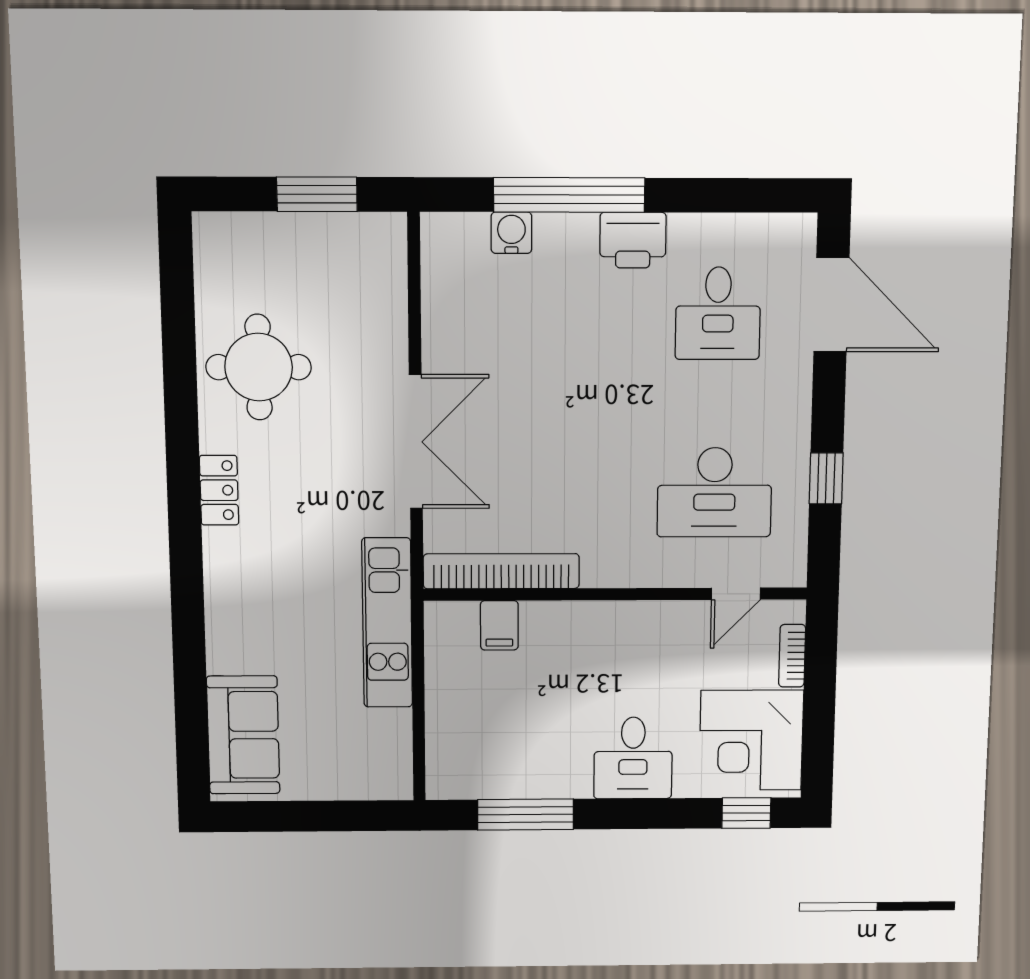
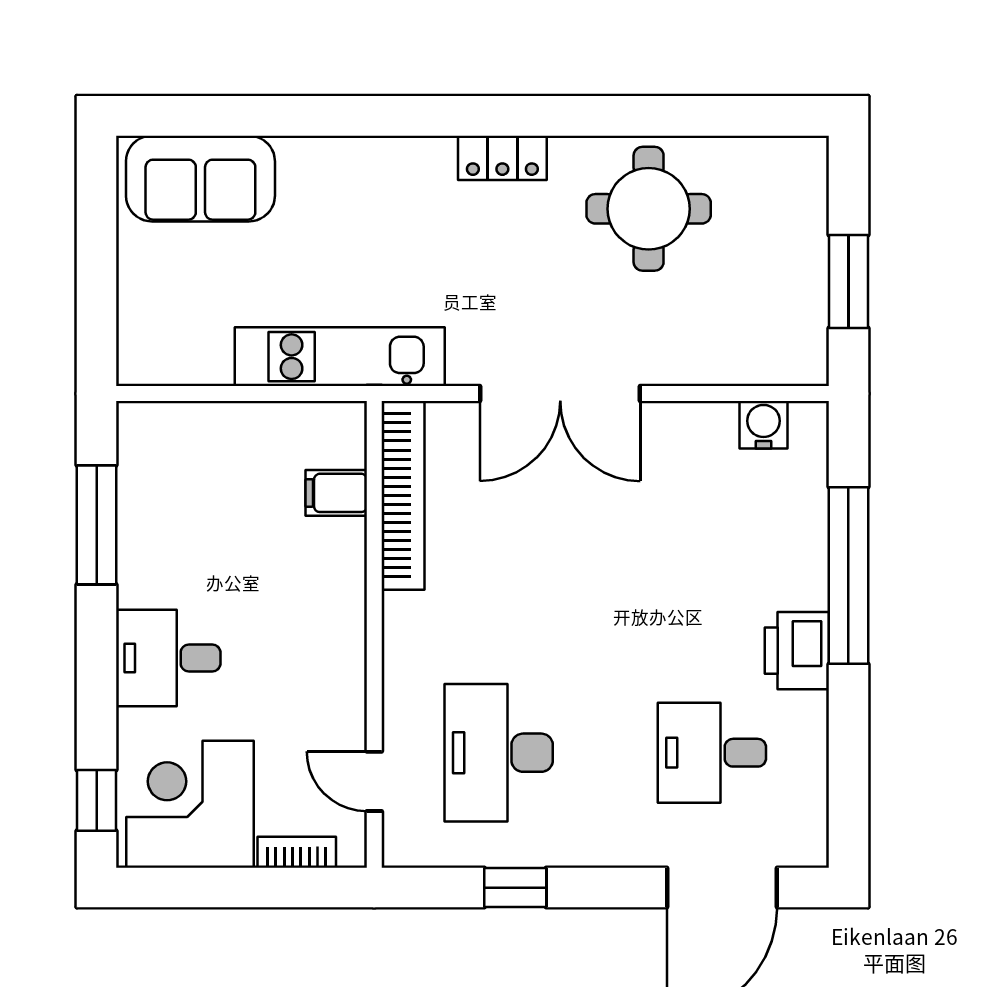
water cooler: (511, 233) -> (763, 425), moved, turned -90

